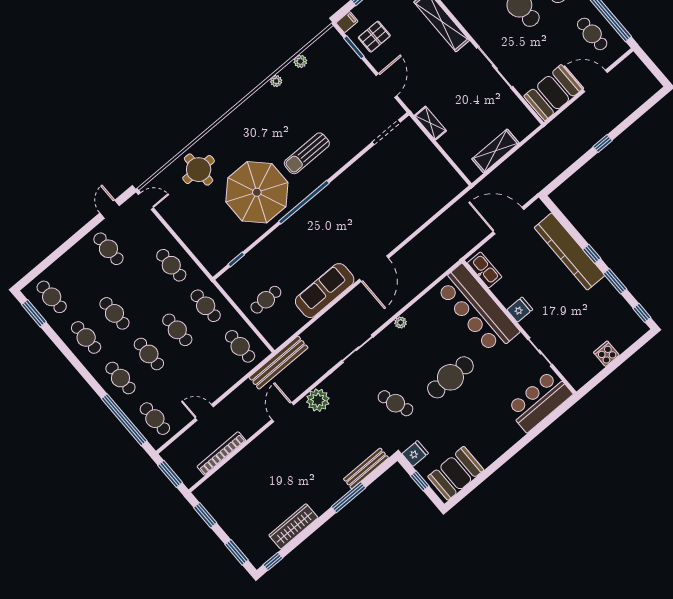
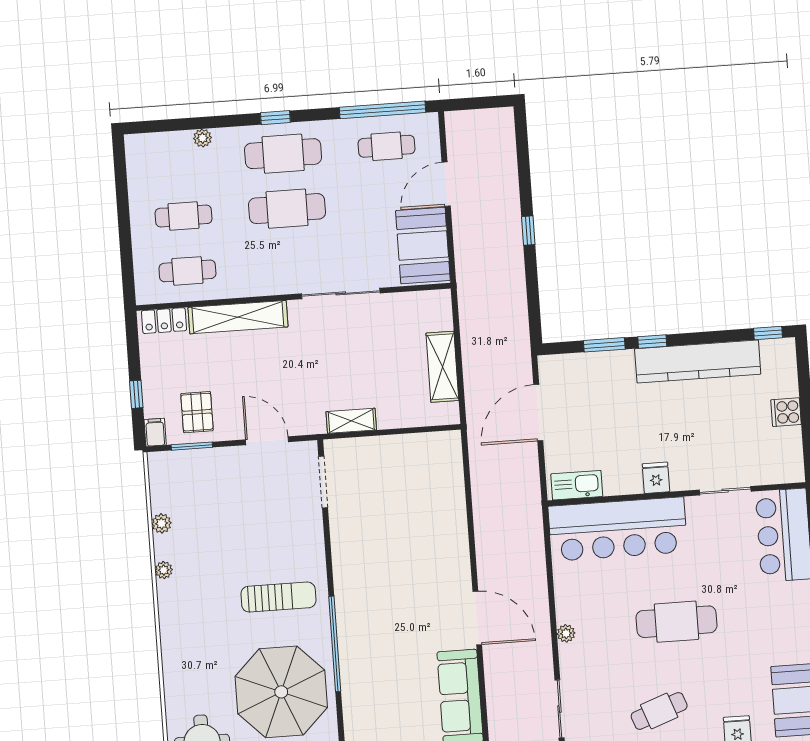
sun lounger: (307, 153) -> (278, 597), turned -90
kitchen counter: (569, 252) -> (698, 361), moved
window: (615, 281) -> (604, 345), moved
cafe table: (450, 377) -> (676, 622), turned 90

